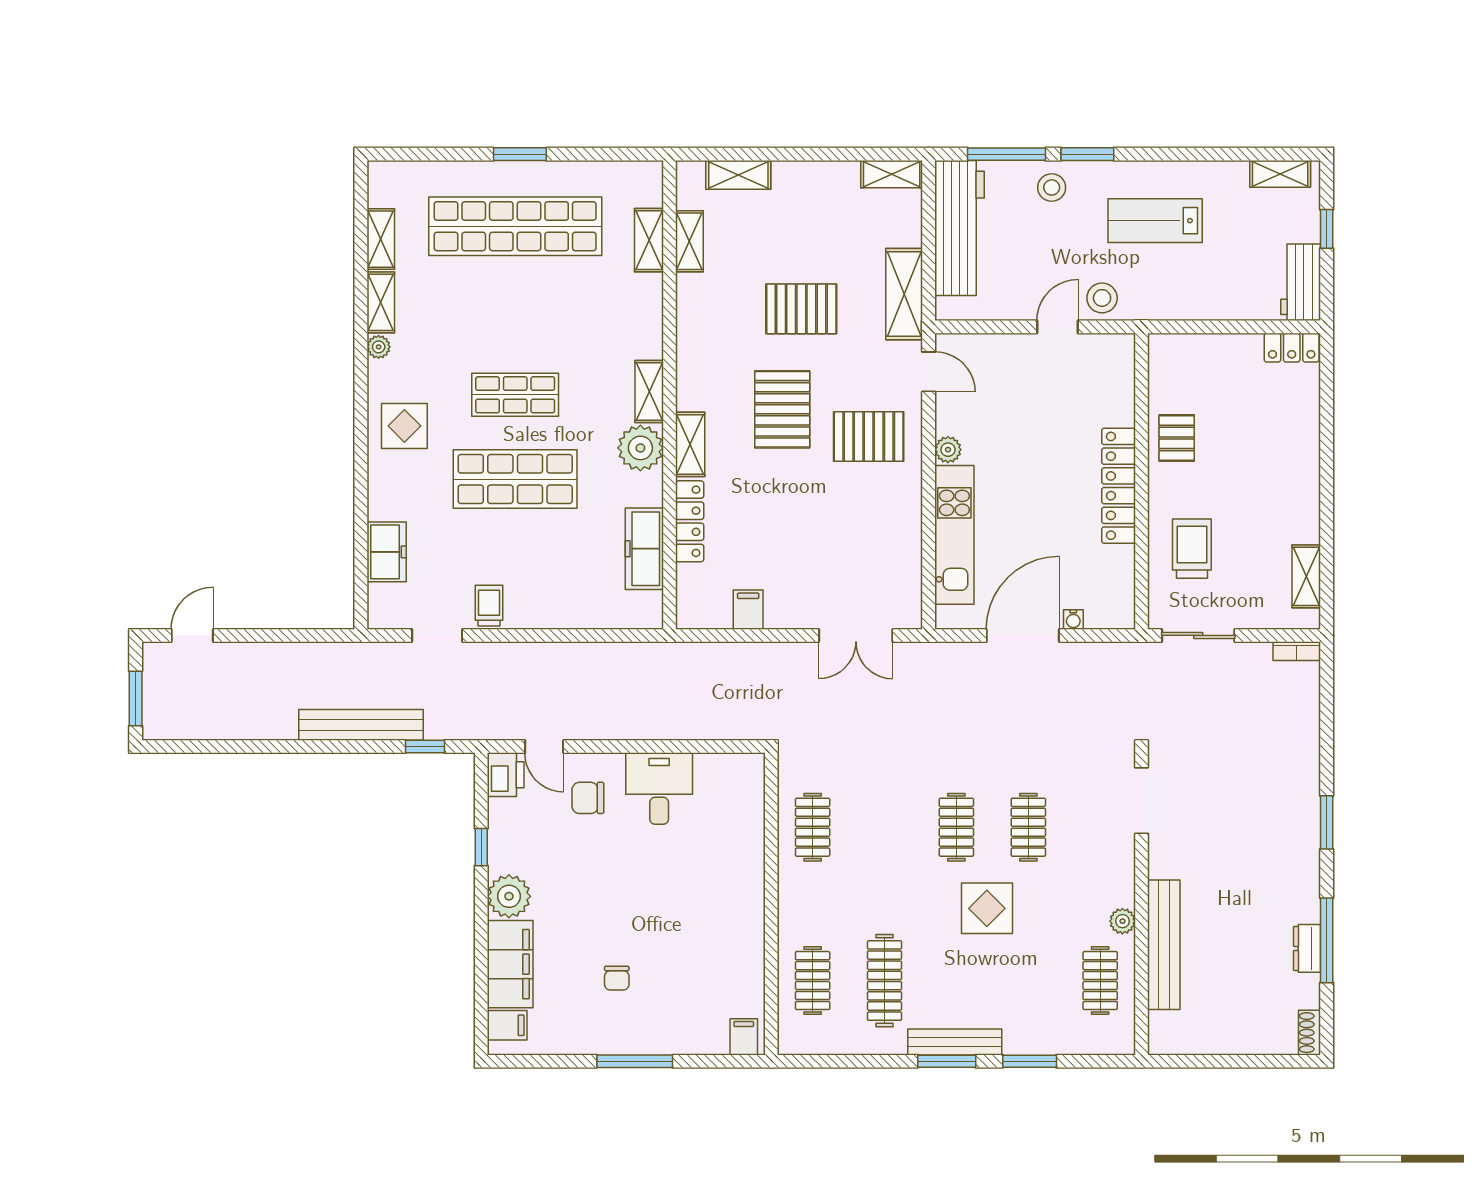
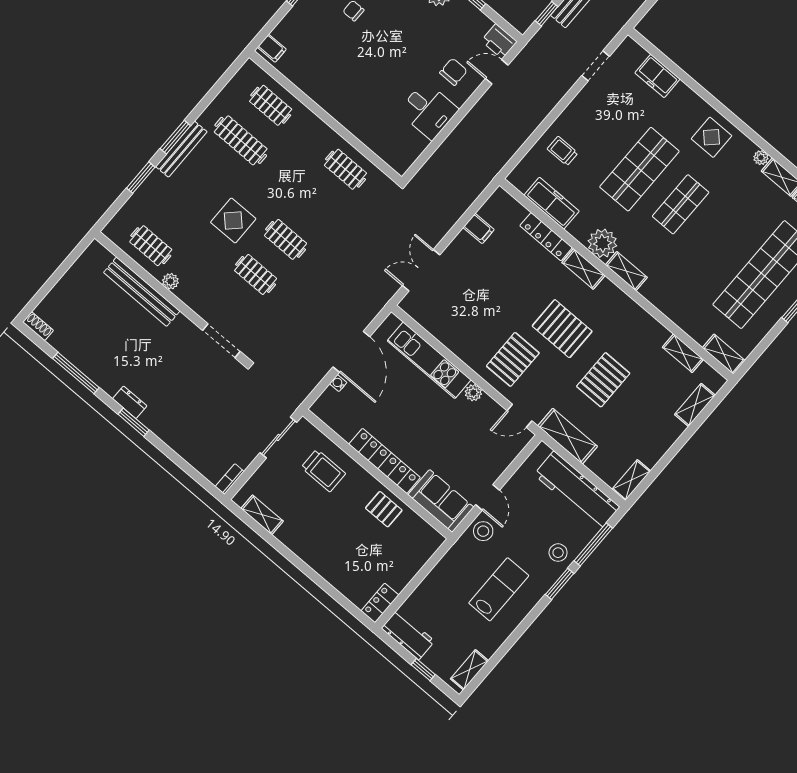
shelving: (649, 240) -> (724, 354), moved
sofa: (1109, 379) -> (441, 501), added
trolley: (489, 606) -> (563, 151), moved, turned 180
dresser: (1307, 948) -> (130, 402), moved

